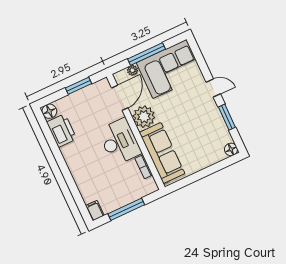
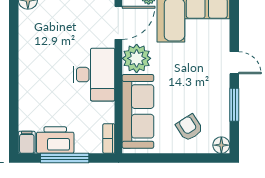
printer: (62, 130) -> (55, 140), moved, turned -90
armchair: (203, 148) -> (189, 128), added
bookcase: (144, 167) -> (109, 139), moved

